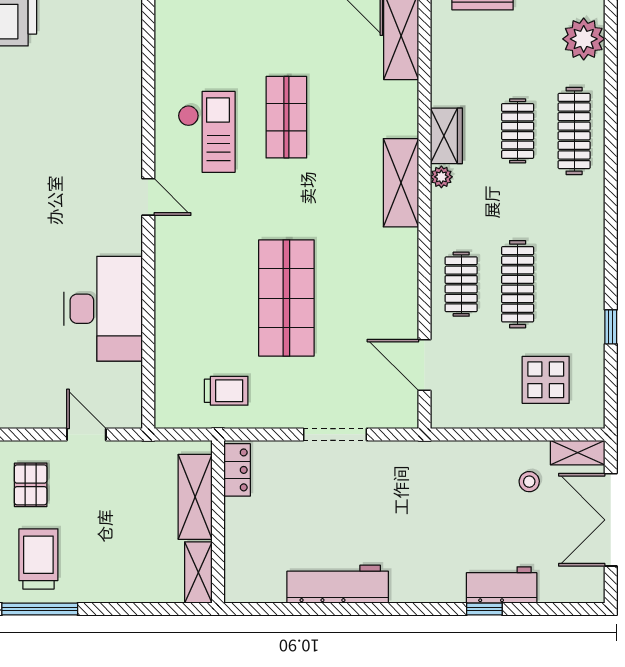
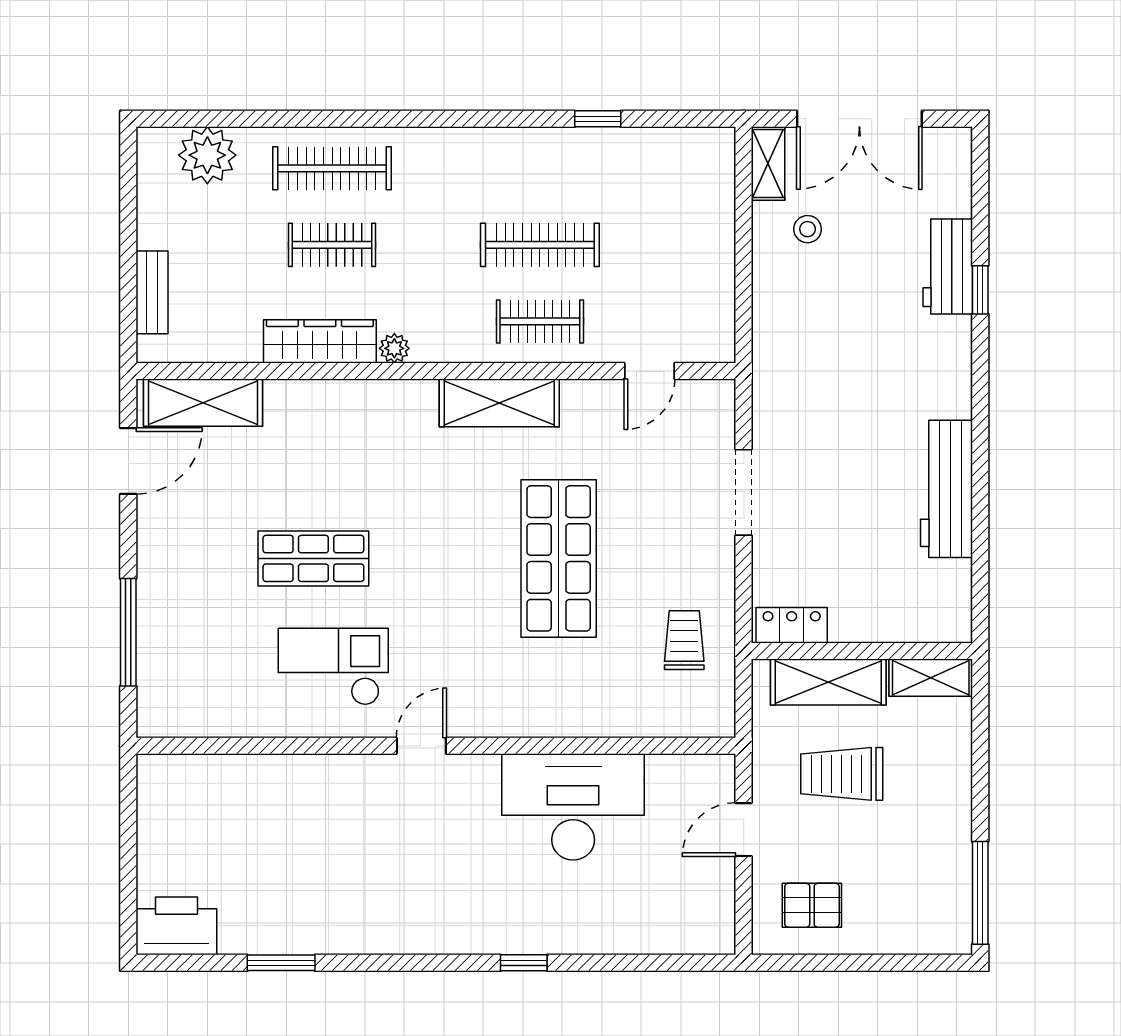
wardrobe: (446, 136) -> (320, 341), width x1.50
shelving: (401, 183) -> (499, 403), moved
shop shelf: (286, 298) -> (559, 558), turned 90
door: (425, 365) -> (649, 371), width x0.73
display table: (546, 380) -> (670, 207), removed
trolley: (38, 559) -> (842, 774), moved

